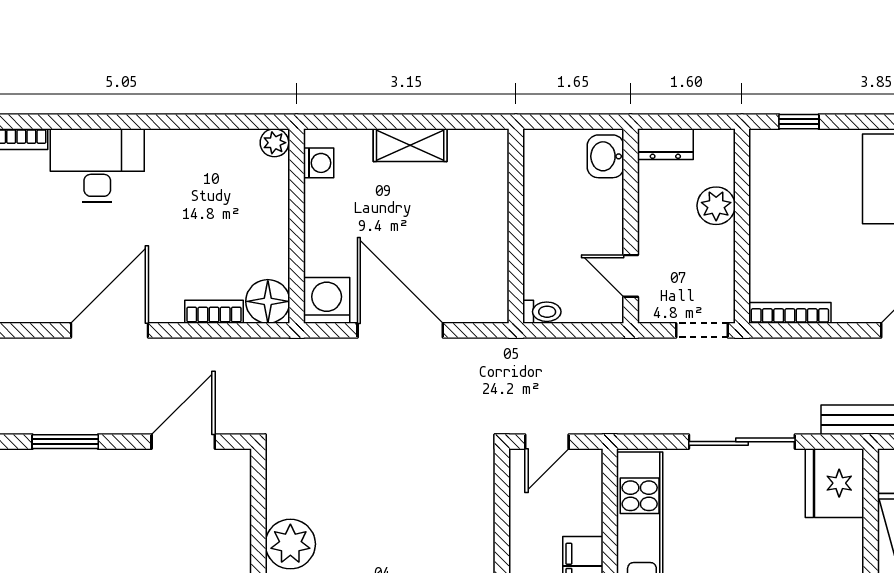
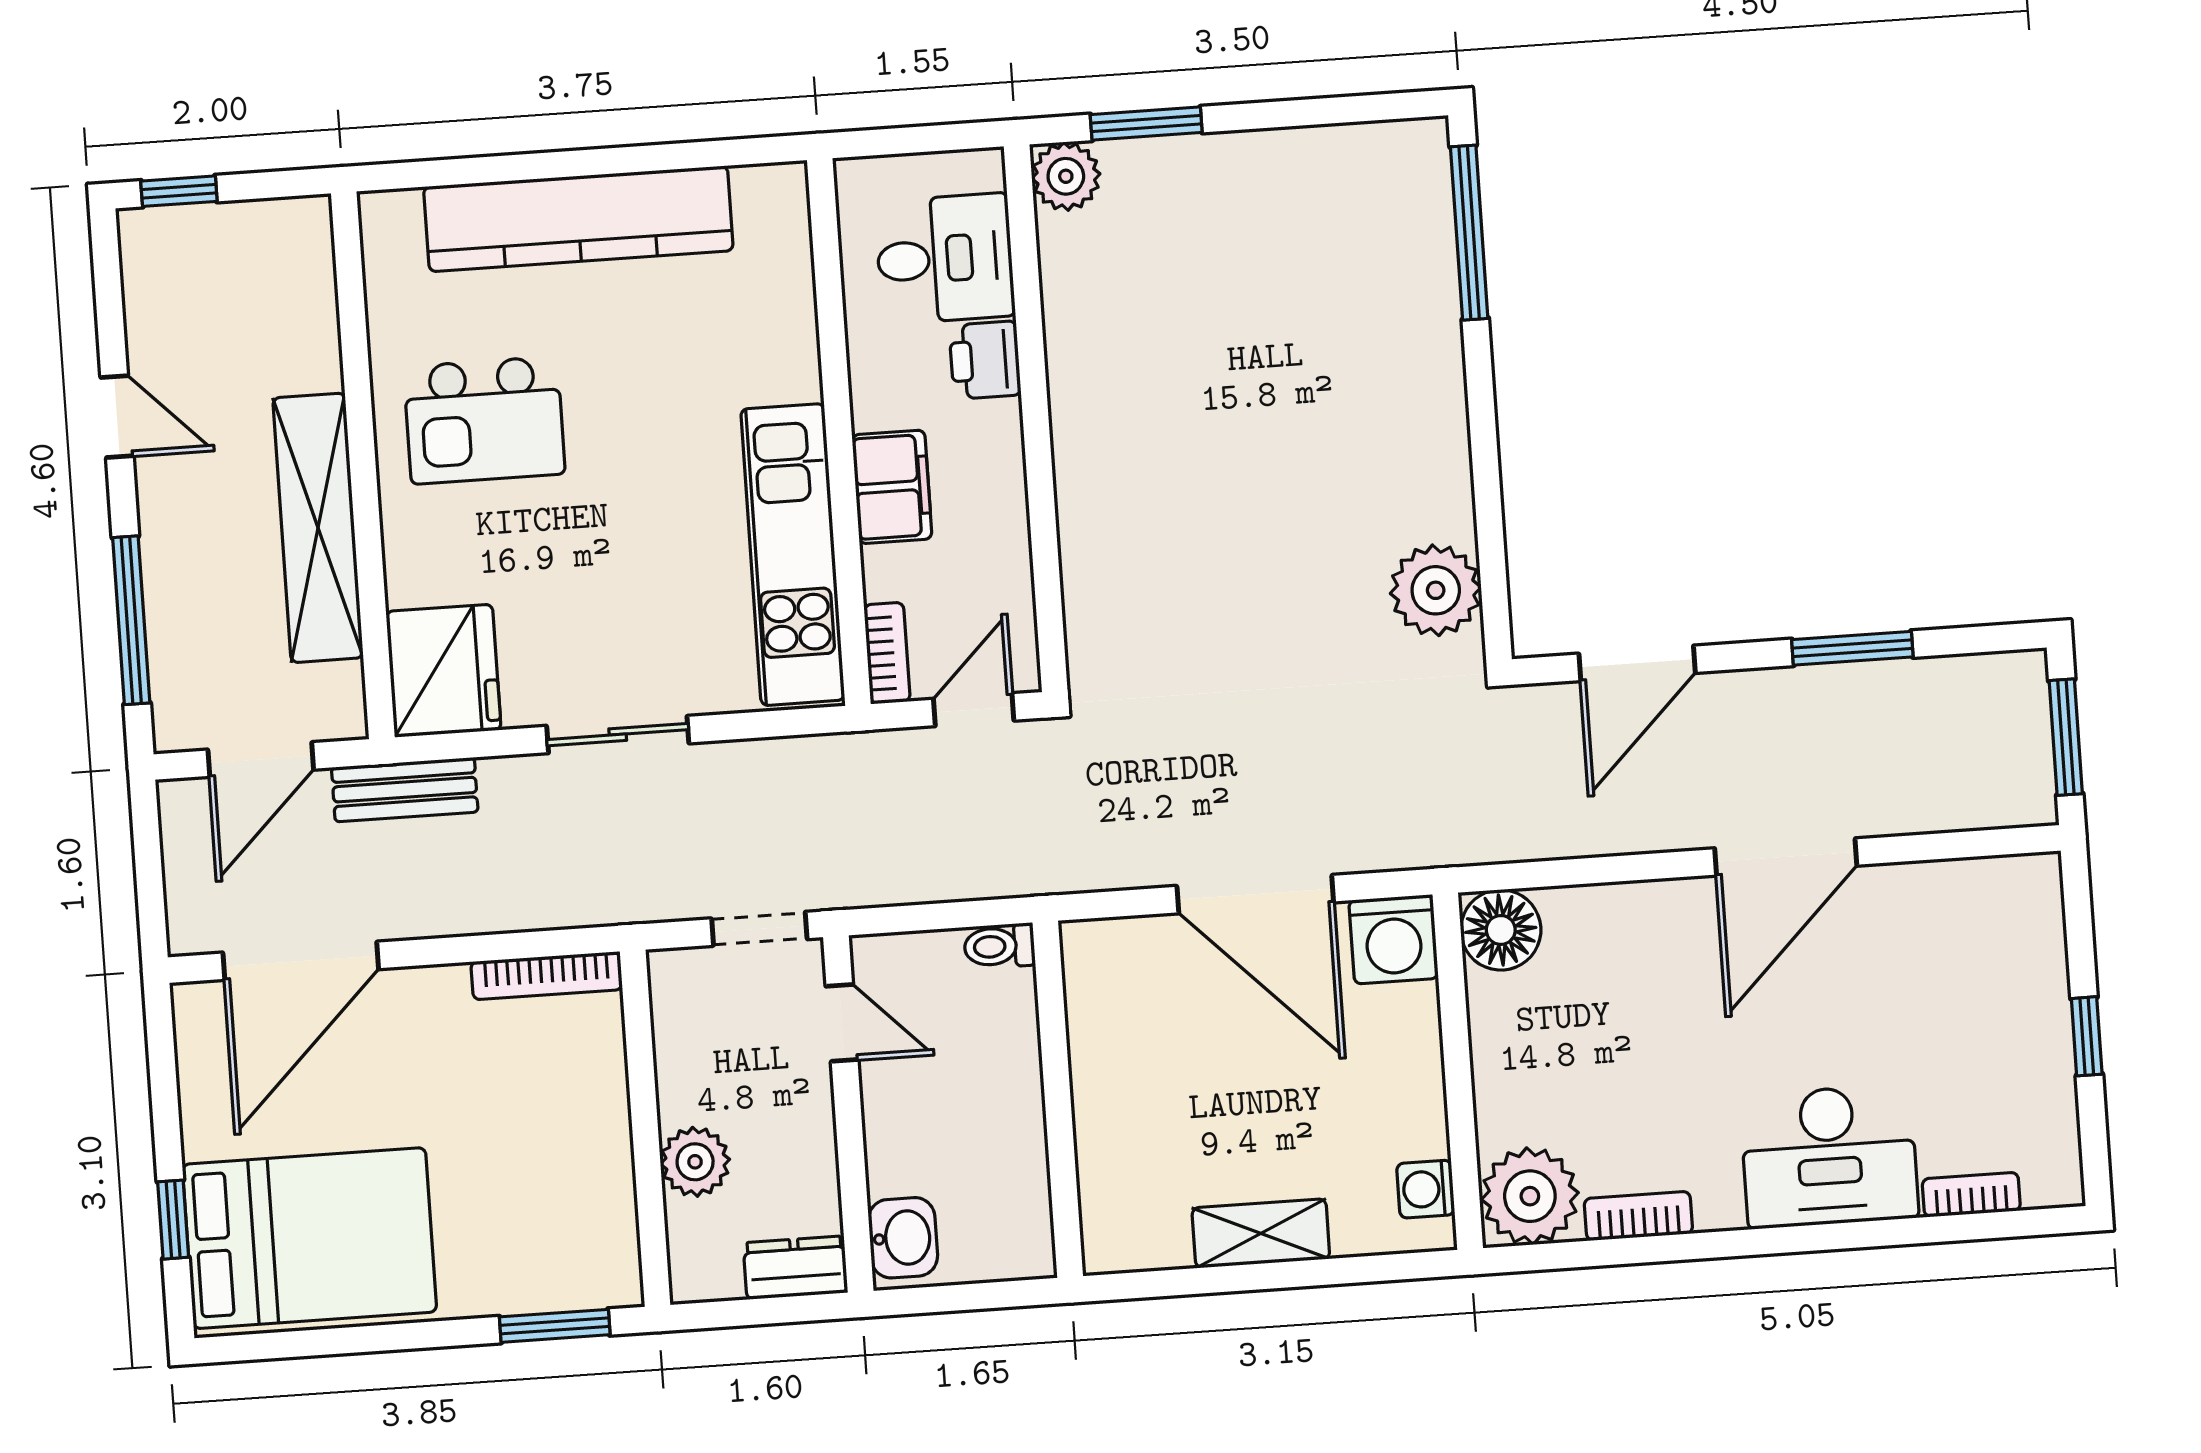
window: (799, 122) -> (555, 1326), width x1.50
plant: (274, 143) -> (1530, 1196), width x1.88, depth x1.88
bookcase: (214, 312) -> (1638, 1216), moved, turned 180
doorway: (702, 330) -> (759, 929), moved
sliding door: (742, 442) -> (618, 735), width x0.73
bookcase: (592, 476) -> (887, 653), added
plant: (290, 544) -> (1436, 590), moved

